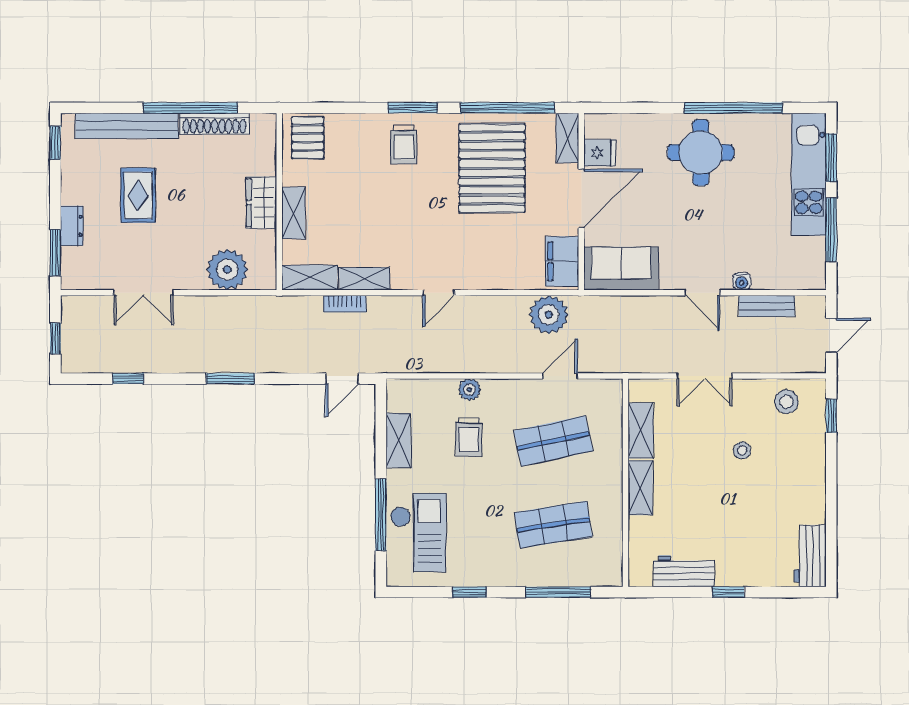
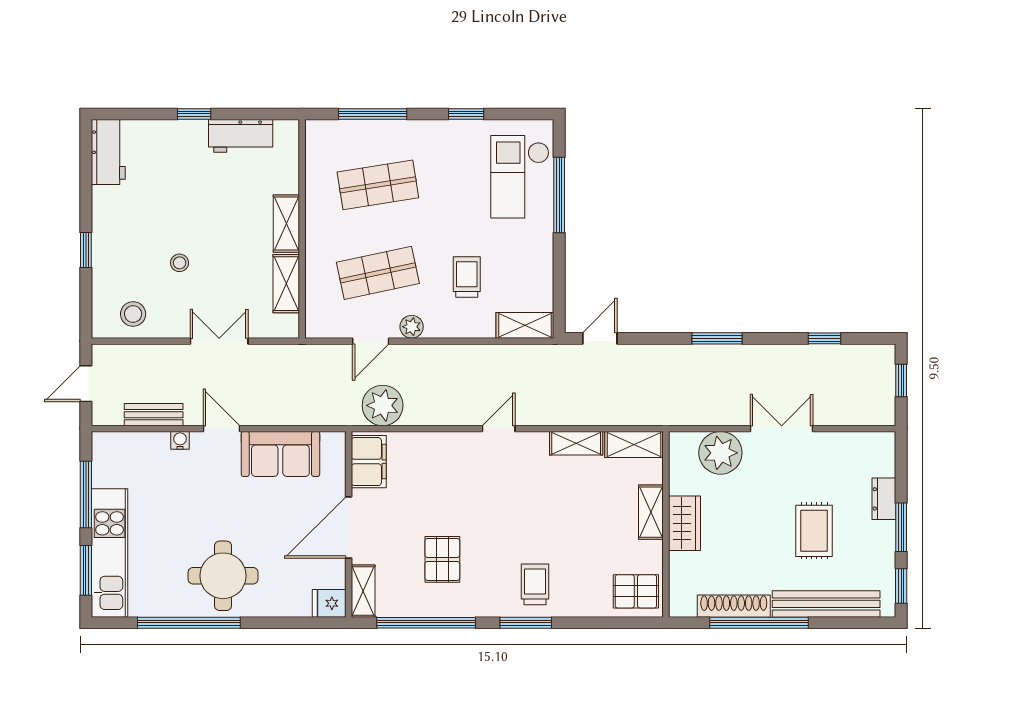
pallet: (308, 138) -> (636, 591), turned 90
fridge: (600, 153) -> (329, 603), moved
pallet: (492, 168) -> (442, 559), width x0.49, depth x0.50
window: (55, 253) -> (901, 527), moved
sofa: (621, 269) -> (280, 454), moved
double door: (143, 293) -> (782, 429), moved
bookcase: (345, 304) -> (597, 417), removed
plant: (469, 390) -> (412, 327), moved
window: (831, 416) -> (86, 250), moved
shelving: (398, 440) -> (525, 325), moved, turned 90

